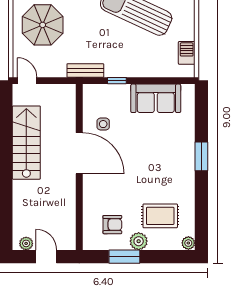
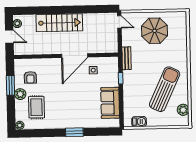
door: (27, 81) -> (119, 22), hinge flipped
stairs: (26, 143) -> (59, 23), moved
door: (46, 257) -> (9, 36), hinge flipped

